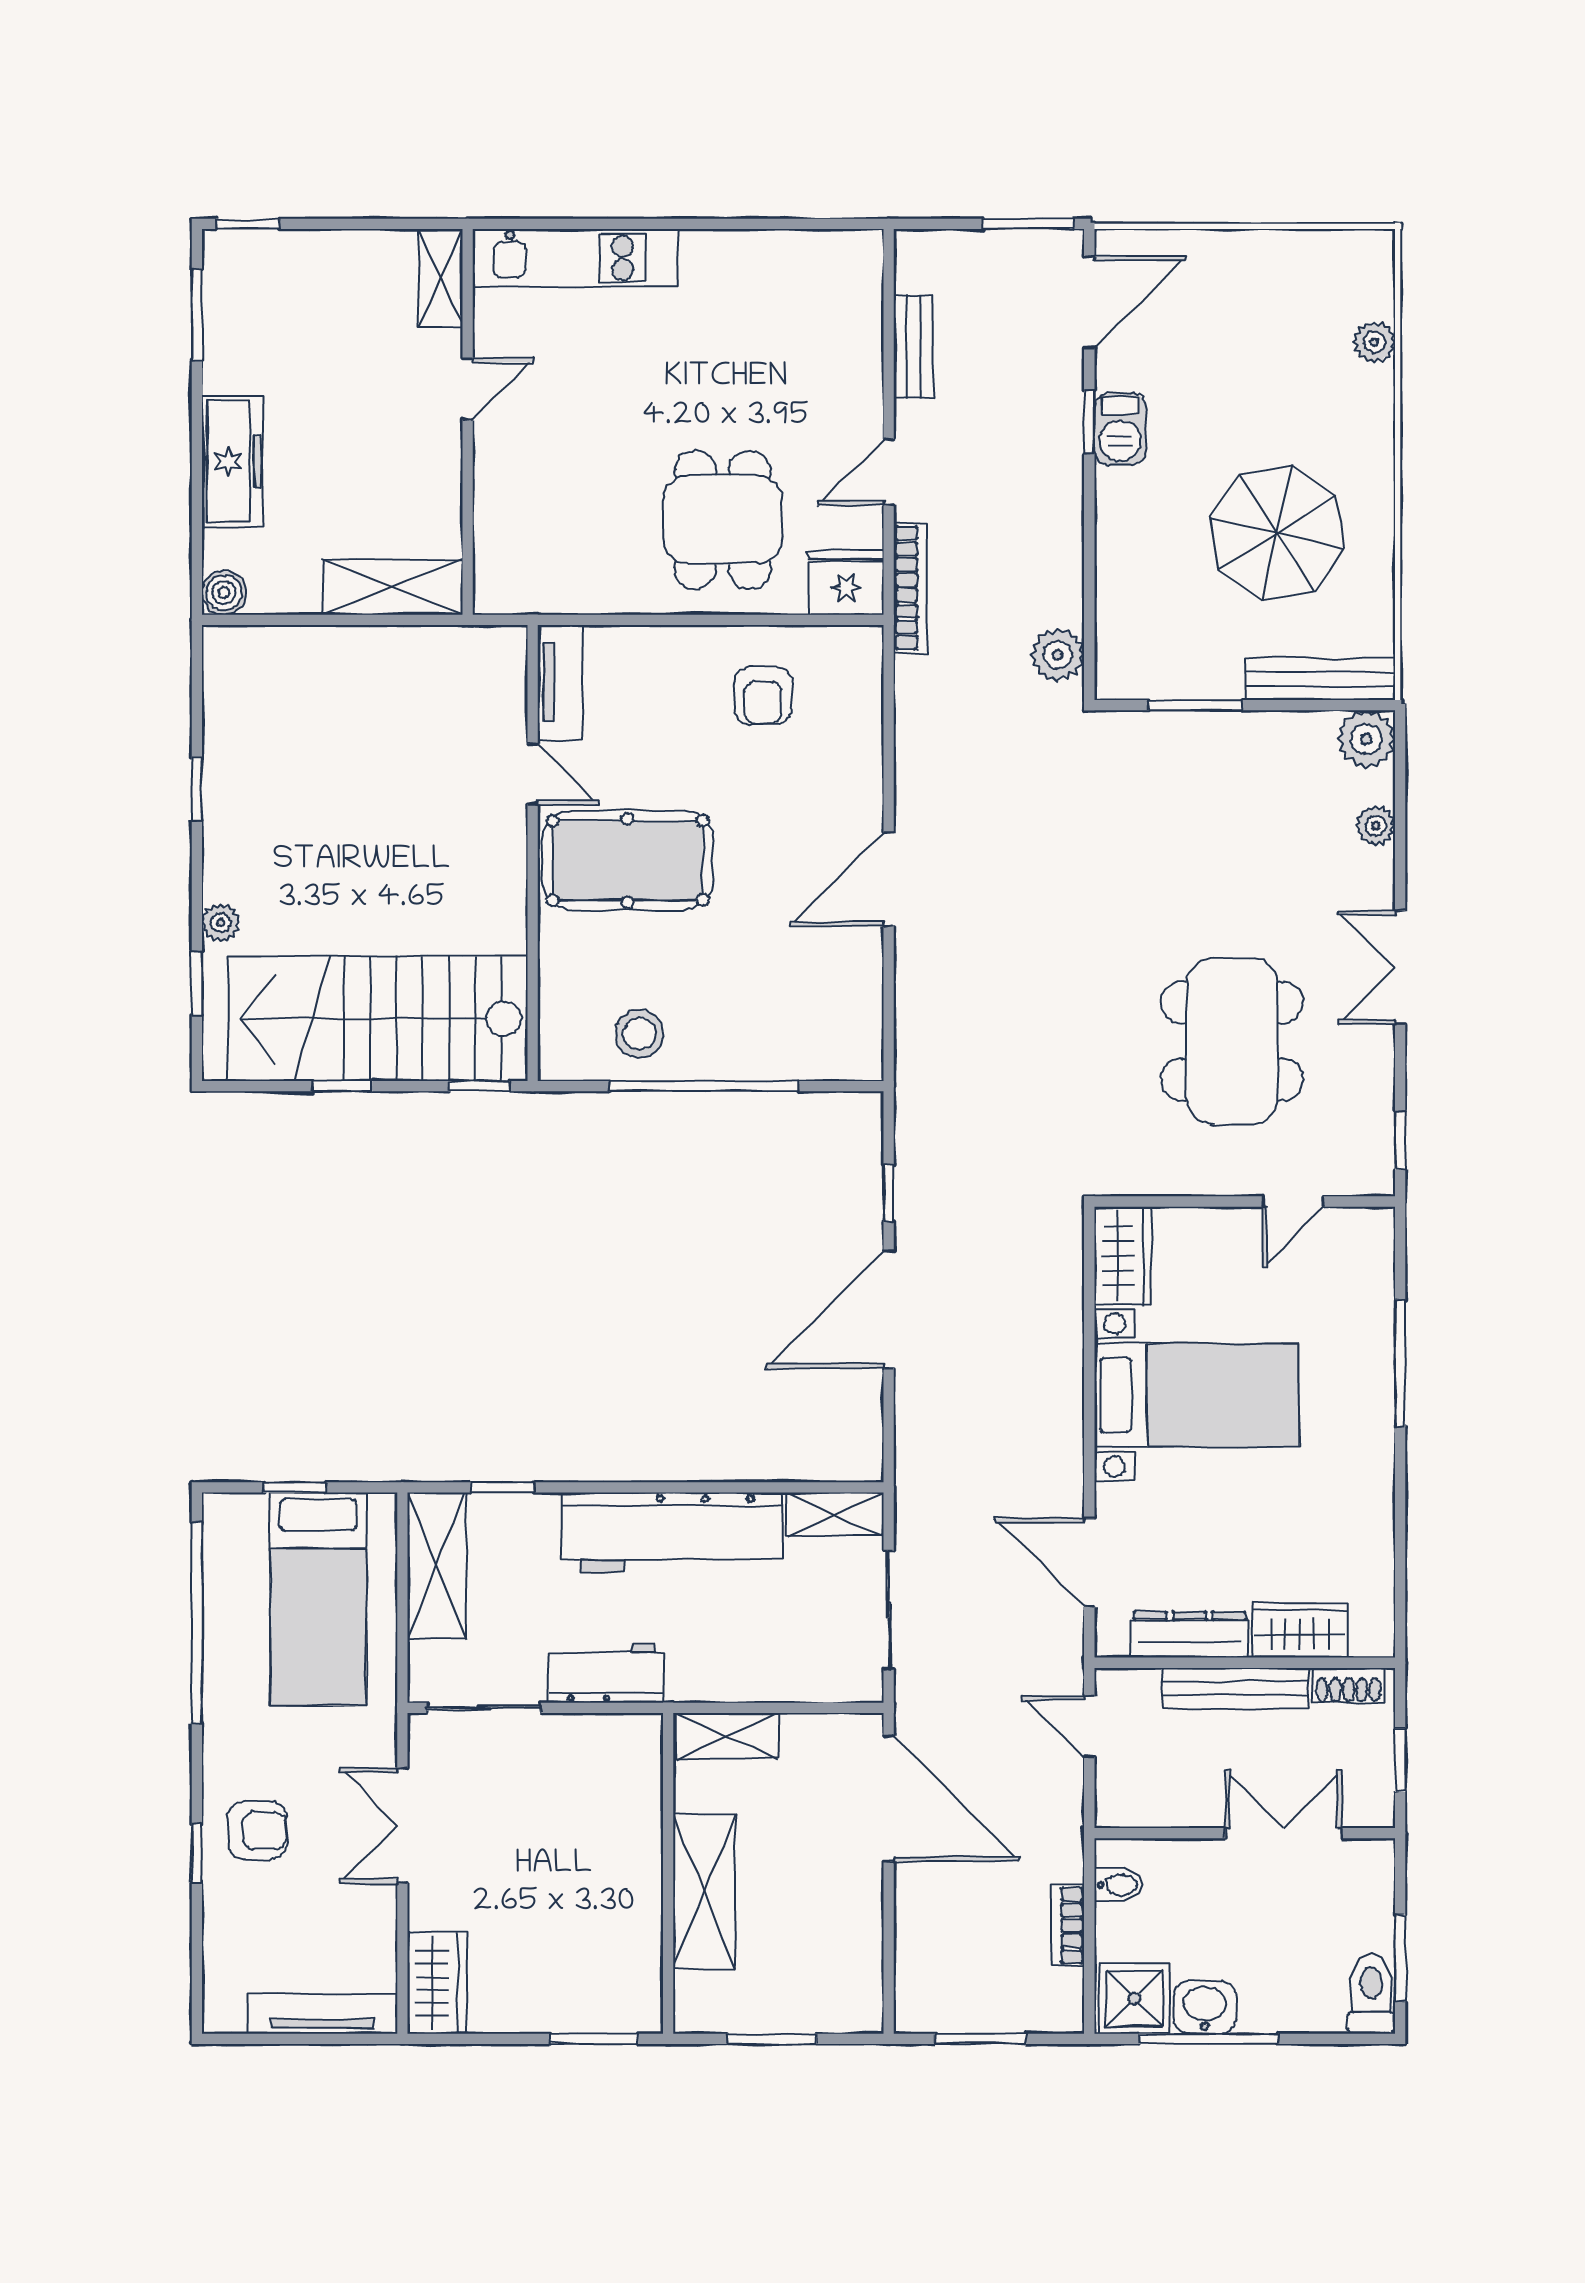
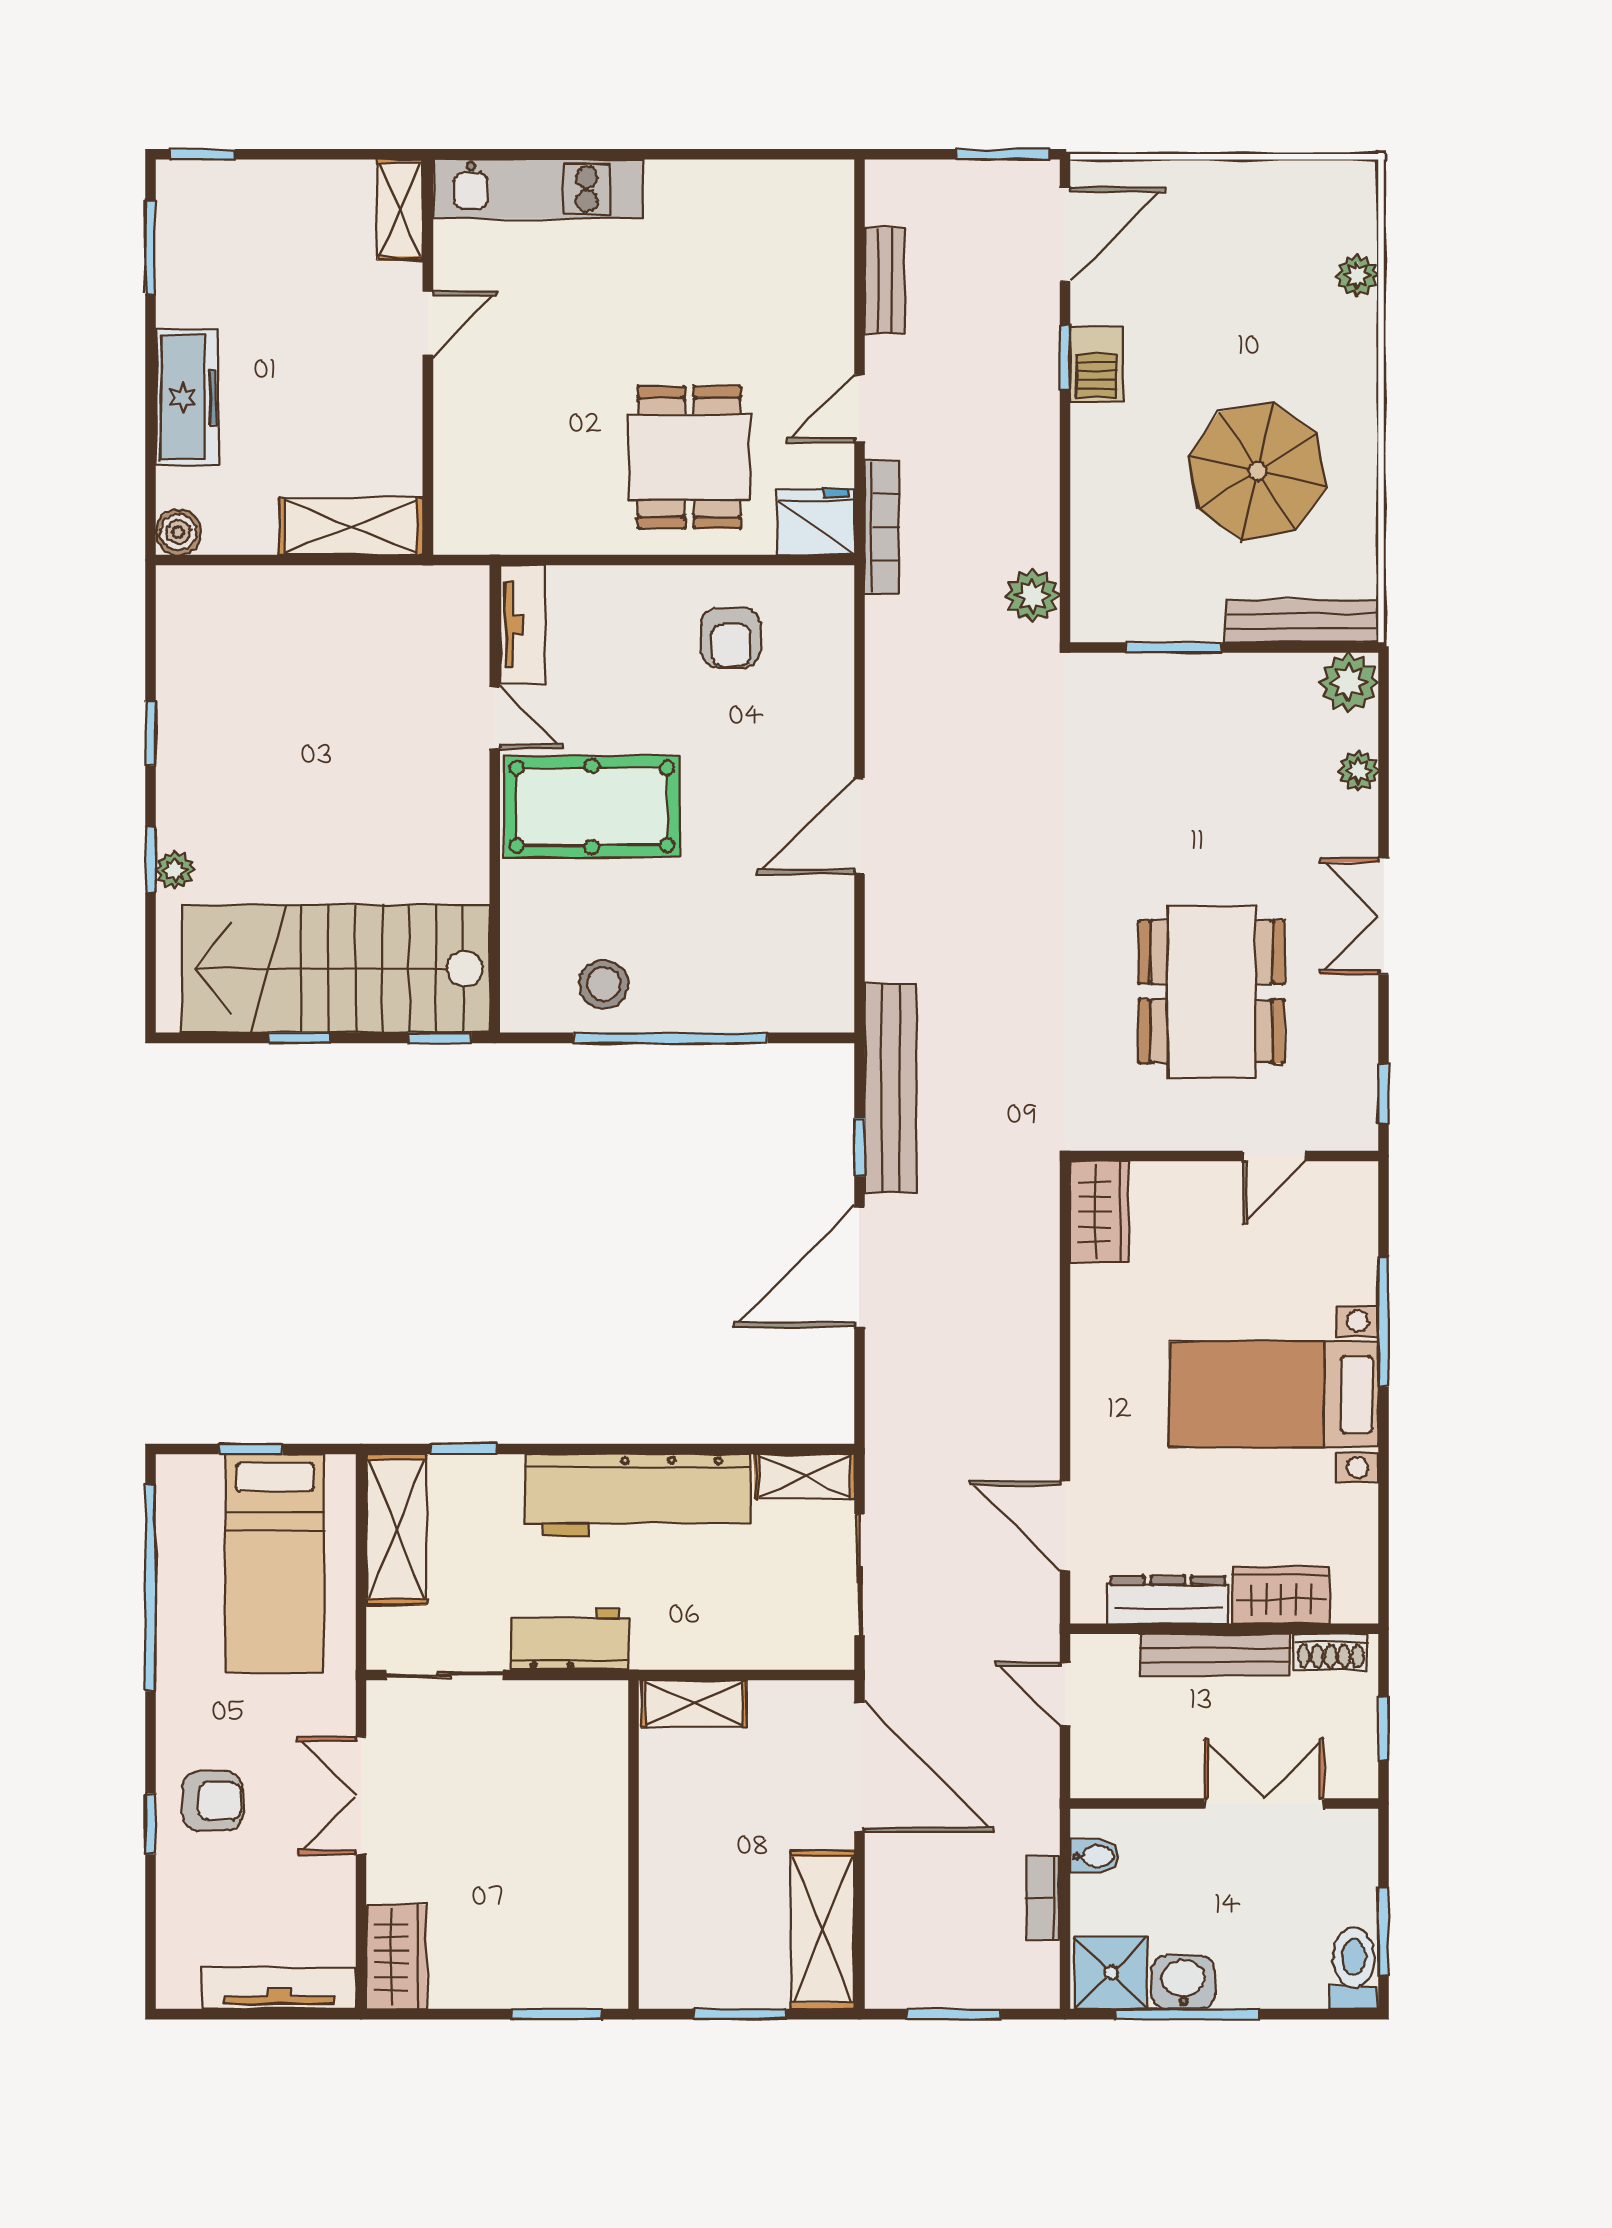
window: (197, 984) -> (150, 860), moved
bench: (919, 1135) -> (891, 1088), added
bed with nightstands: (1196, 1395) -> (1274, 1394), moved, turned 180
shelving: (704, 1891) -> (823, 1930), moved

